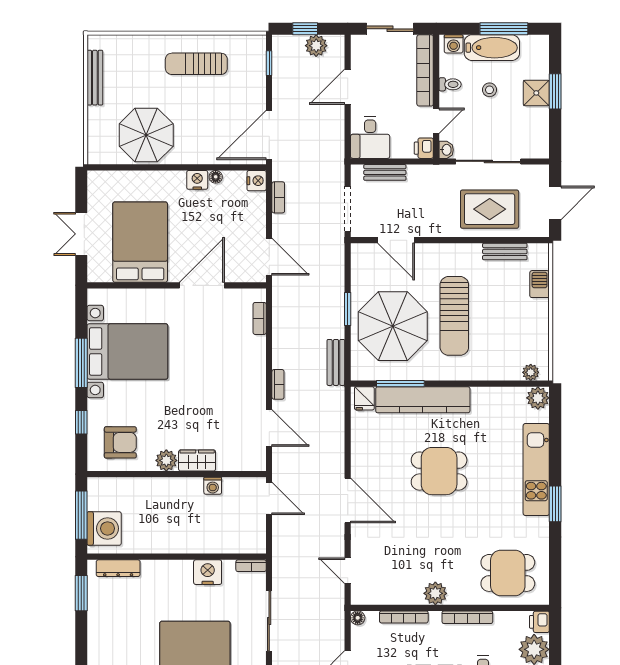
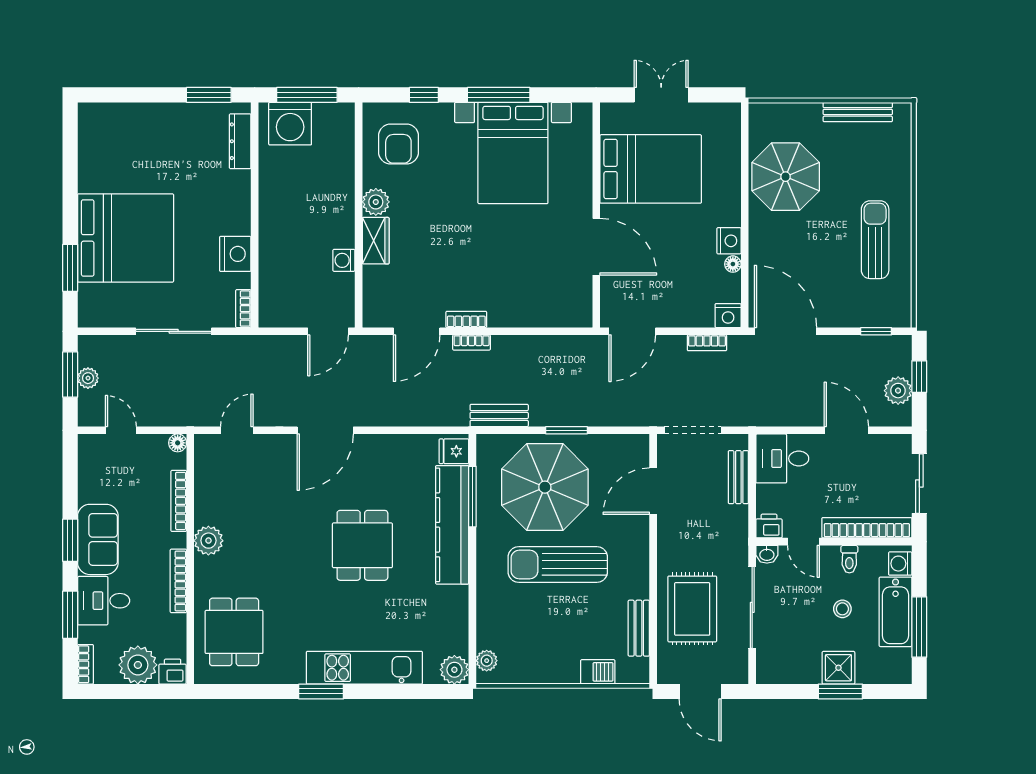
bookcase: (260, 318) -> (466, 319), moved

